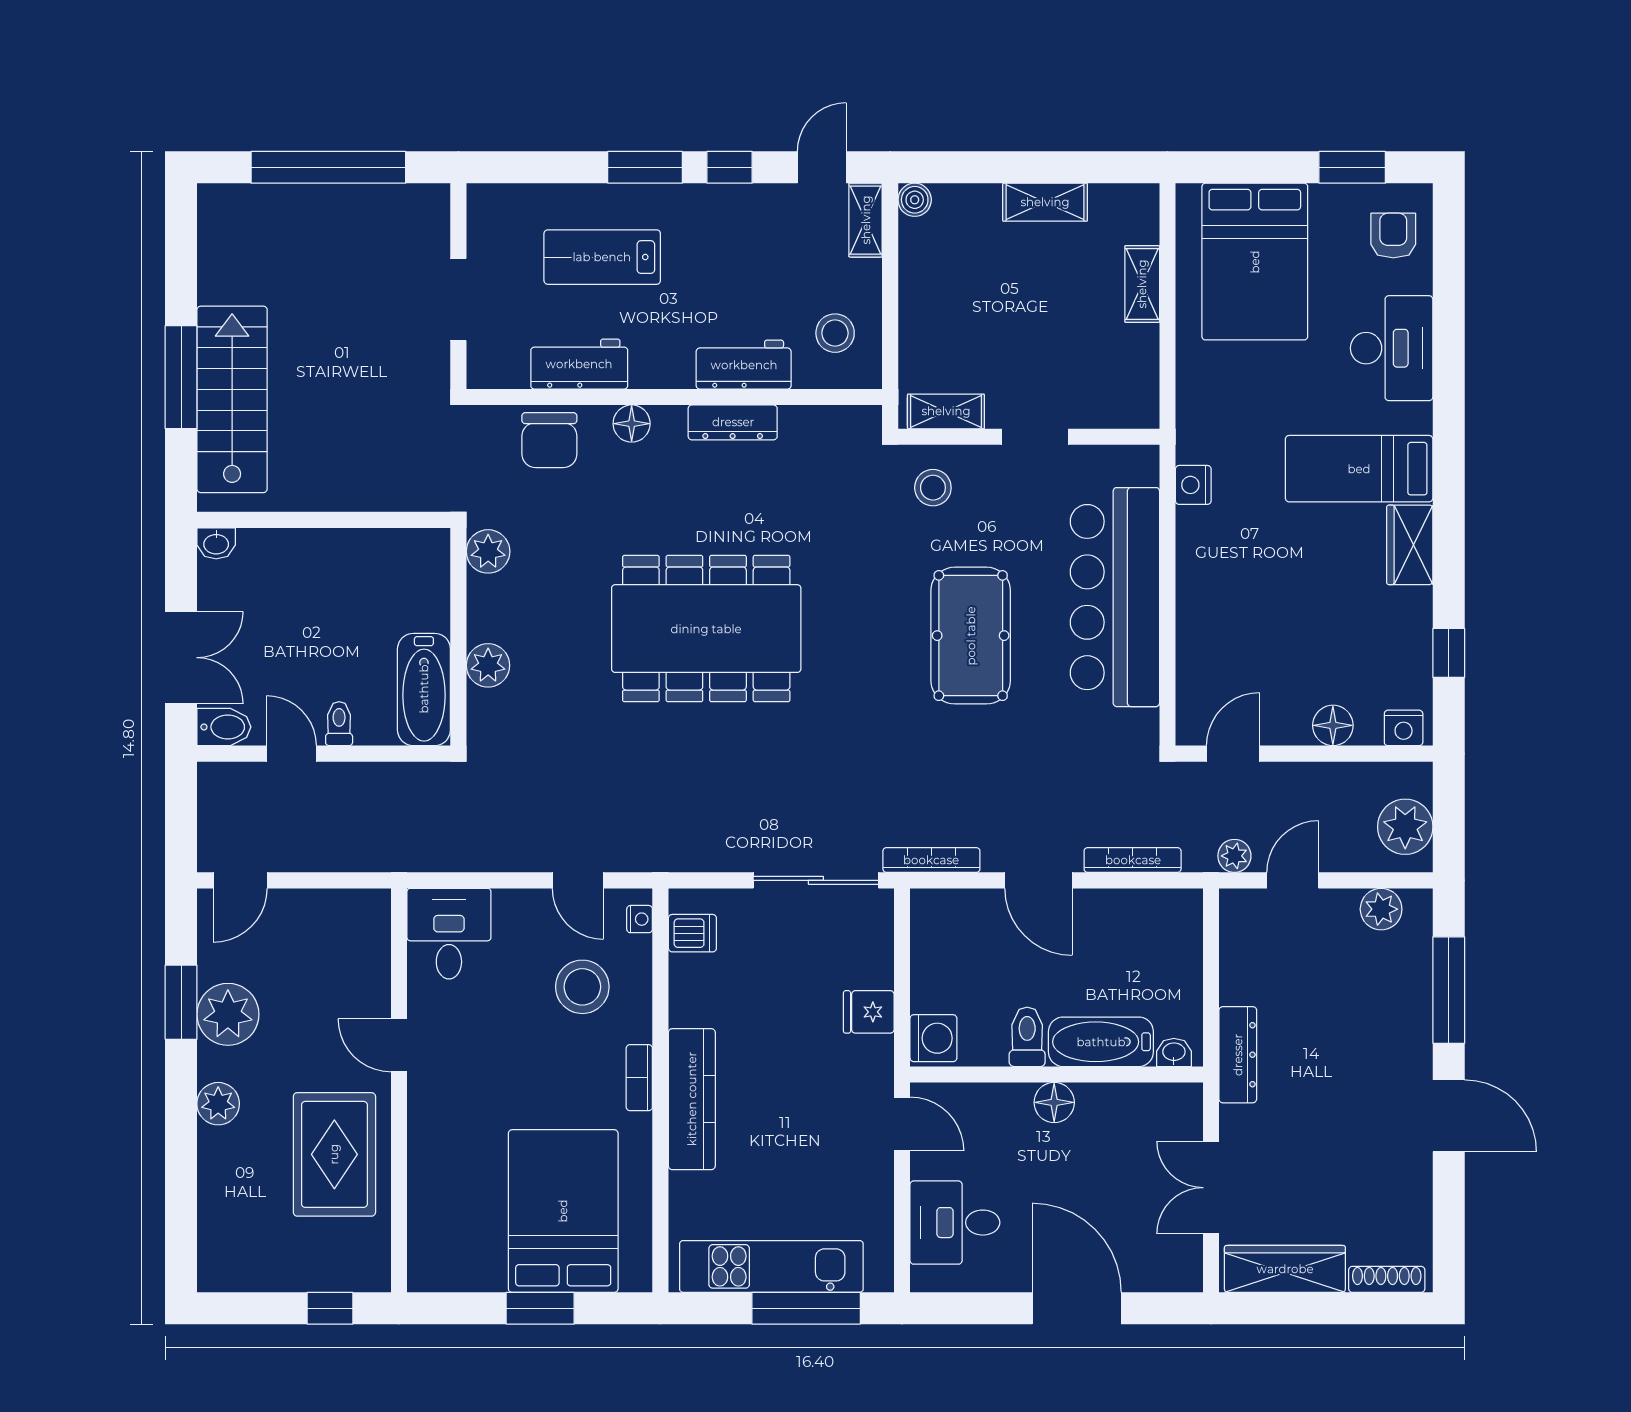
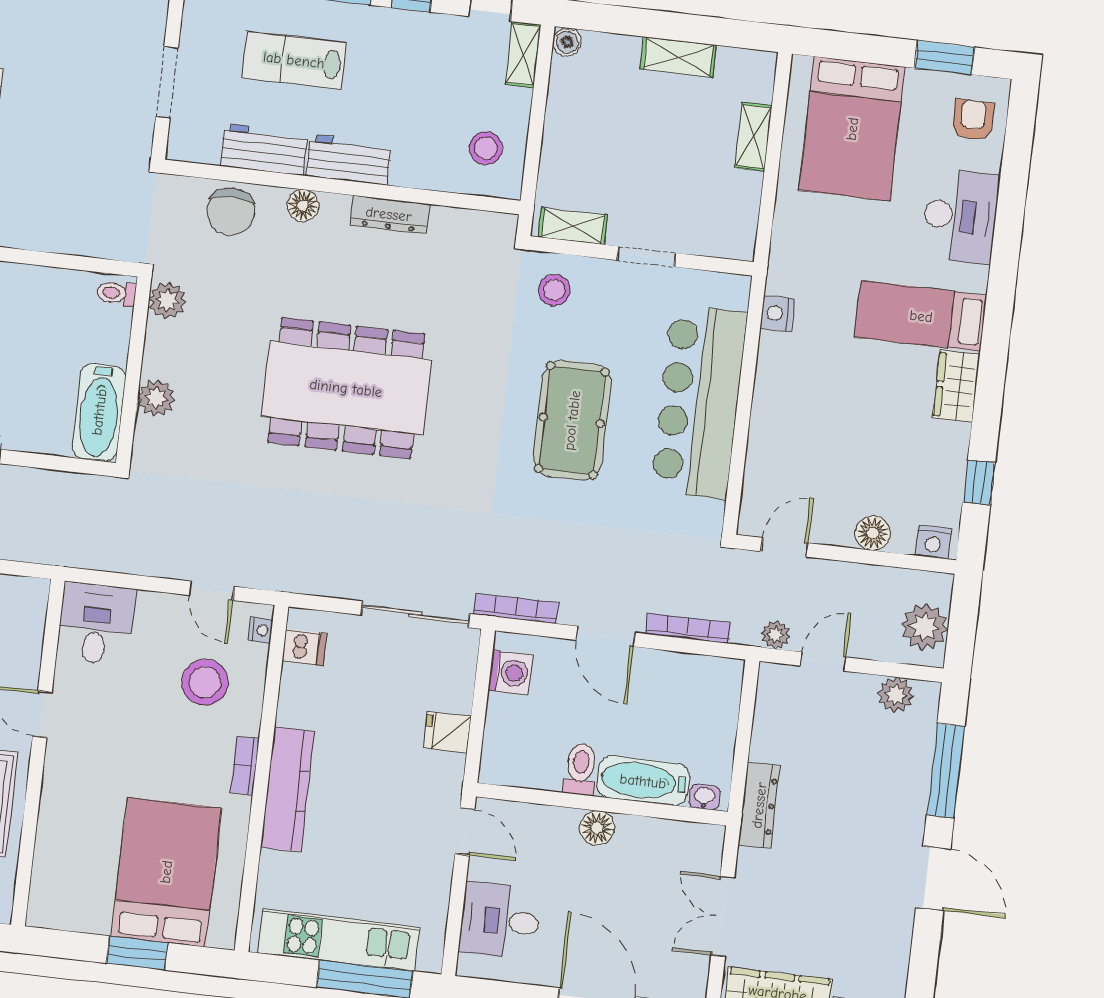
workbench: (744, 365) -> (349, 160), moved
toilet: (339, 724) -> (117, 293), moved, turned -90
washing machine: (933, 1038) -> (510, 673), moved

